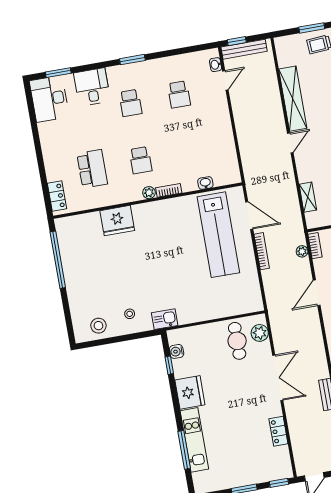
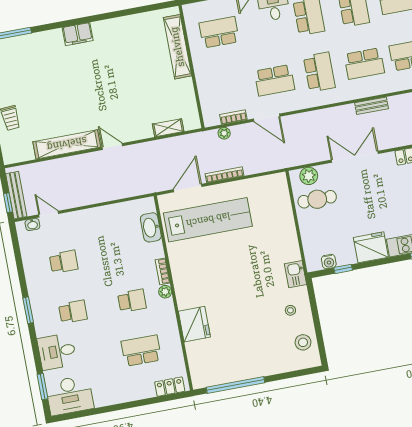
washbasin: (205, 183) -> (151, 227), width x1.91, depth x1.45
bookcase: (315, 246) -> (233, 117), moved

